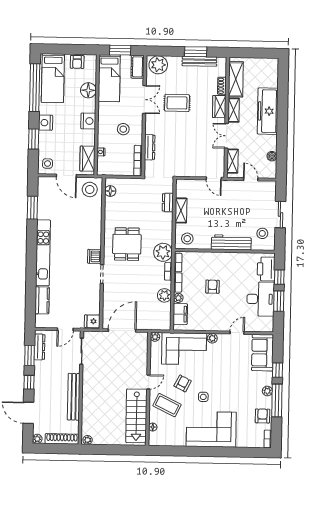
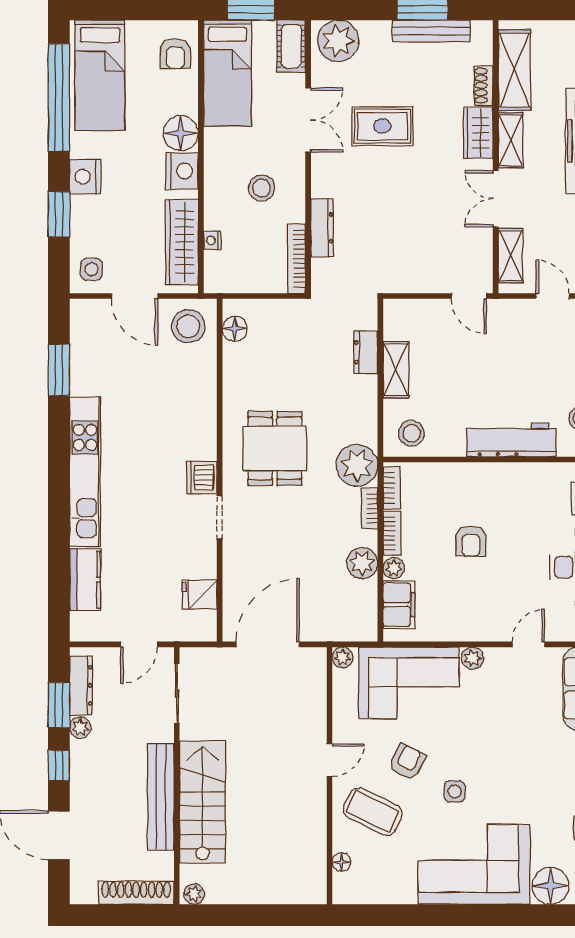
armchair: (77, 62) -> (175, 54), moved
floor lamp: (88, 90) -> (181, 133), moved
wardrobe: (87, 159) -> (182, 242), width x1.50
armchair: (213, 287) -> (471, 541), turned 180
fridge: (92, 321) -> (200, 595), moved
stairs: (136, 416) -> (202, 802), moved, turned 180
plant: (37, 439) -> (80, 728), moved
floor lamp: (245, 439) -> (551, 886), added

